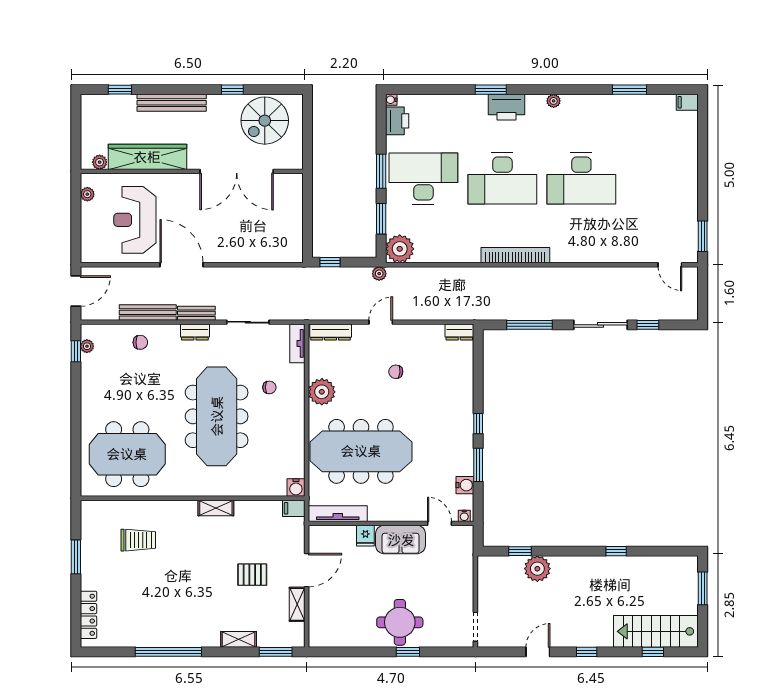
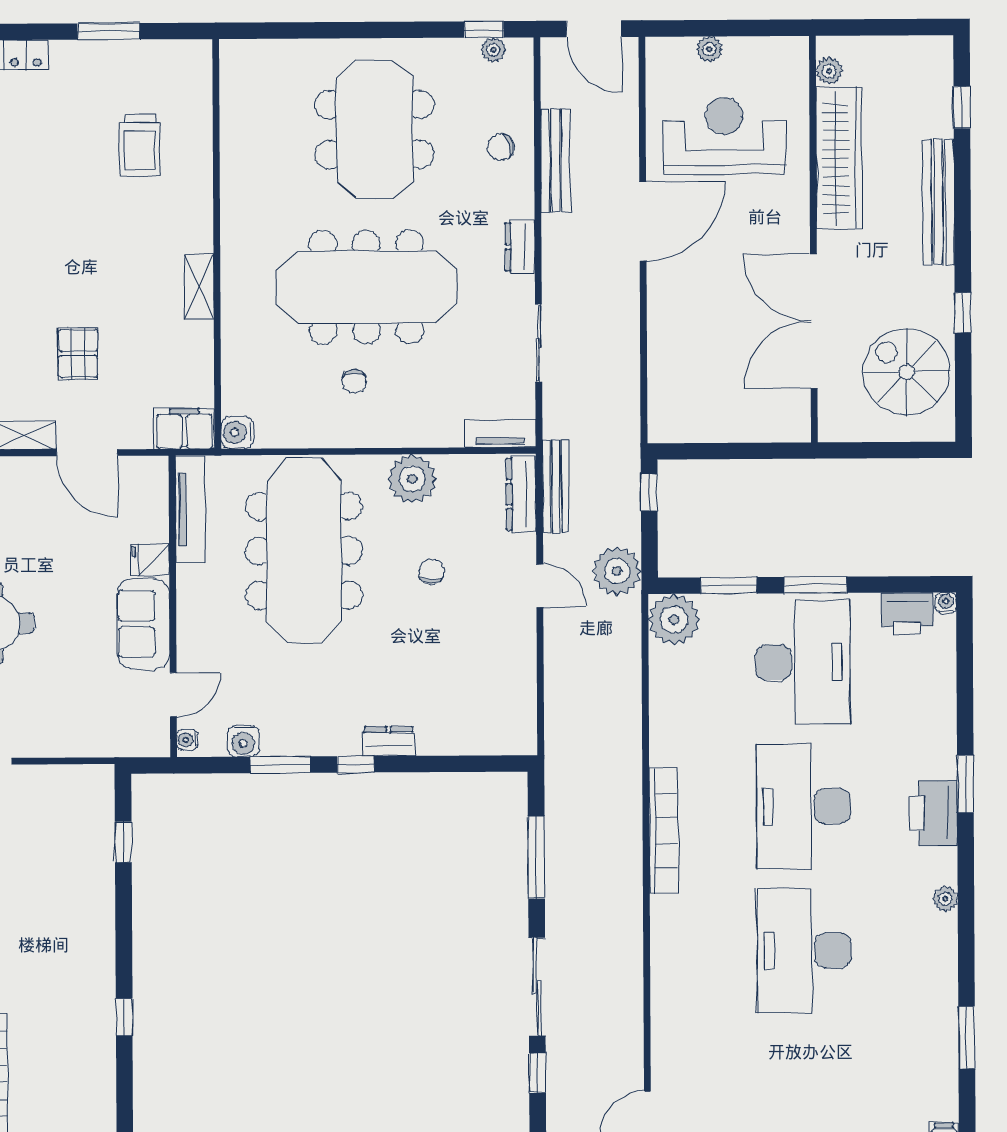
plant: (87, 194) -> (709, 49), moved
plant: (379, 274) -> (617, 571), width x1.87, depth x1.87
bench: (196, 313) -> (556, 486), moved, width x1.36
dresser: (459, 332) -> (389, 741), moved, turned 90
chair: (140, 342) -> (501, 147), turned 75
chair: (396, 372) -> (431, 572), moved
chair: (269, 387) -> (354, 381), moved
meeting table: (127, 454) -> (375, 130), moved
filing cabinet: (294, 508) -> (184, 429), width x2.00
plant: (537, 569) -> (91, 874), removed

